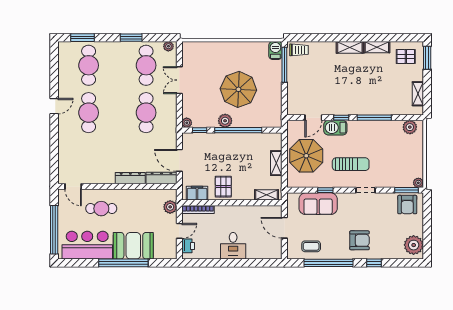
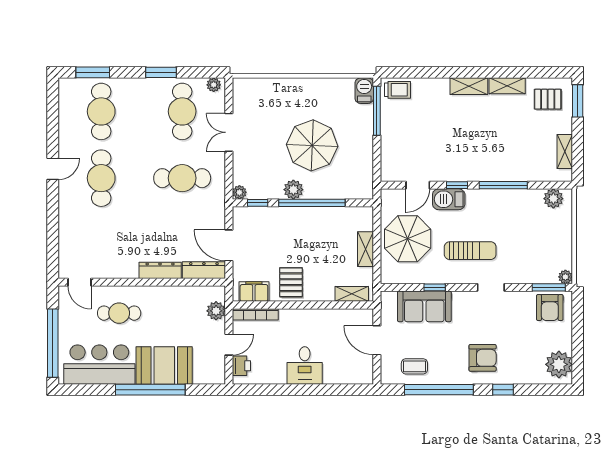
cafe table: (146, 113) -> (182, 178), turned 90

